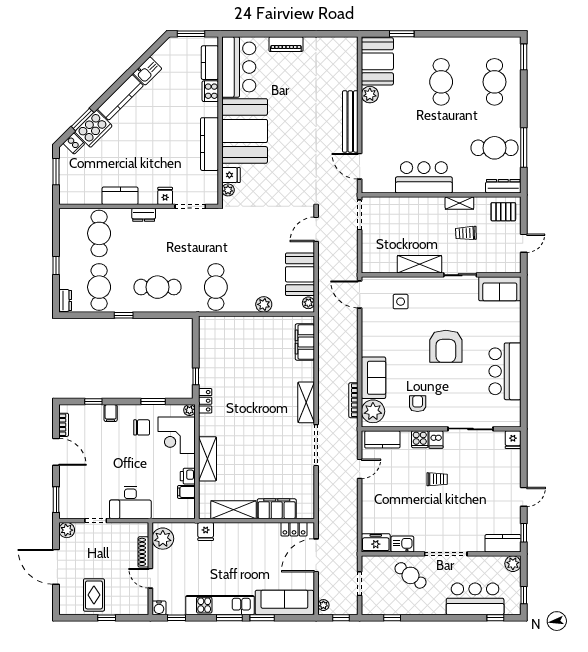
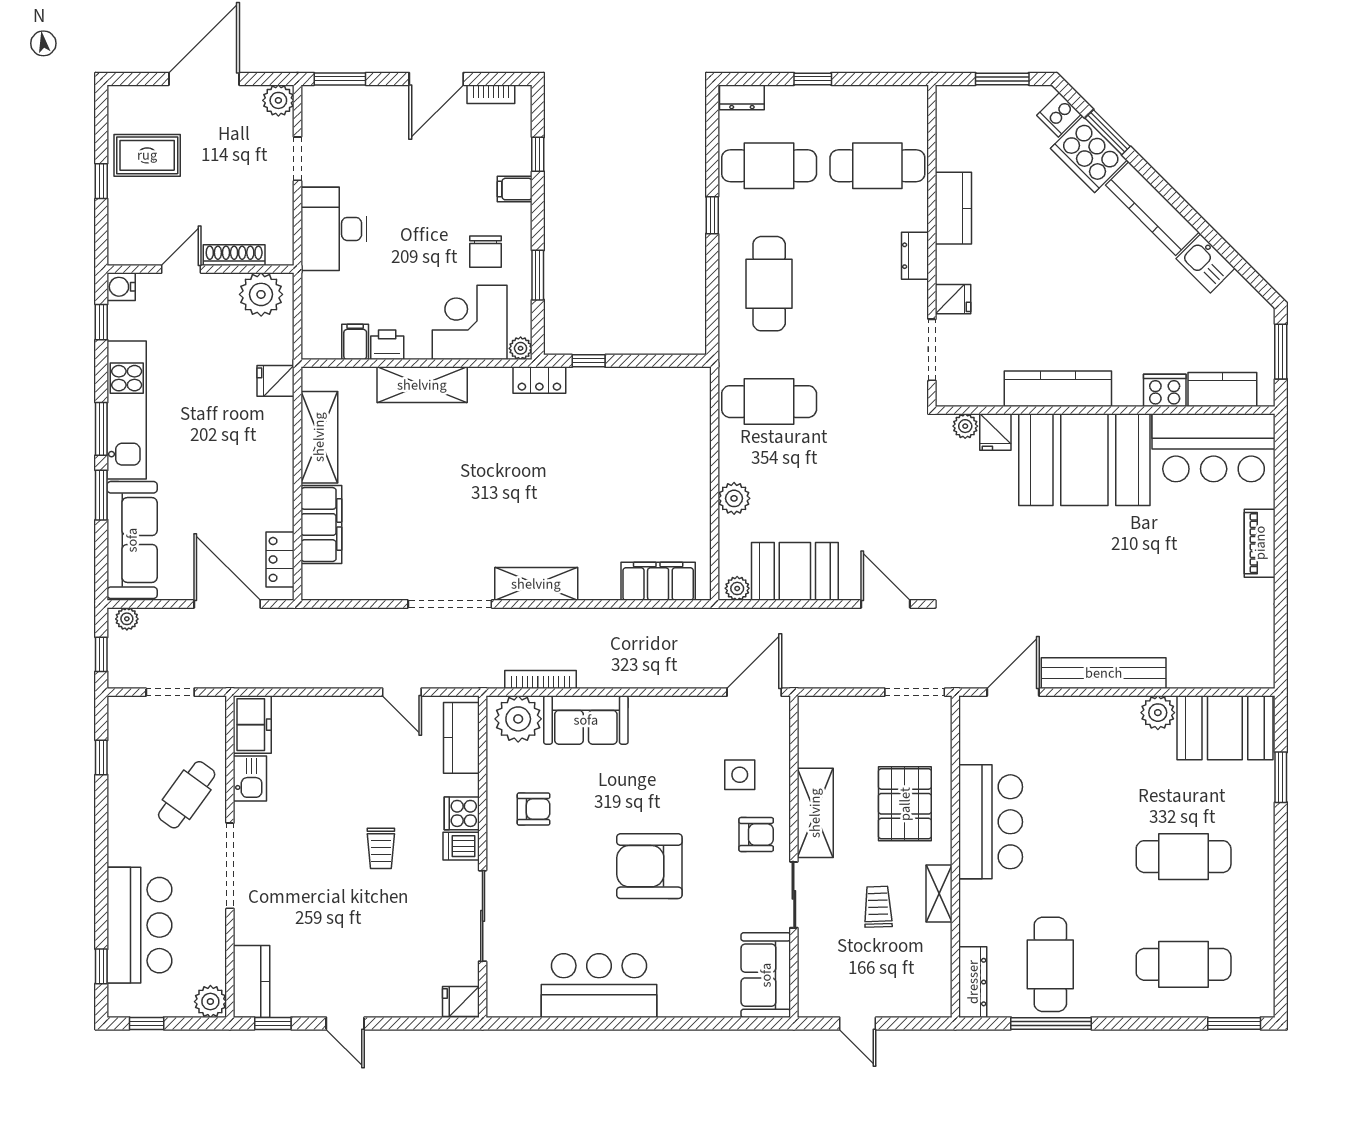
pallet: (503, 212) -> (905, 804), moved, width x1.50, depth x1.42
armchair: (430, 293) -> (756, 835), added

